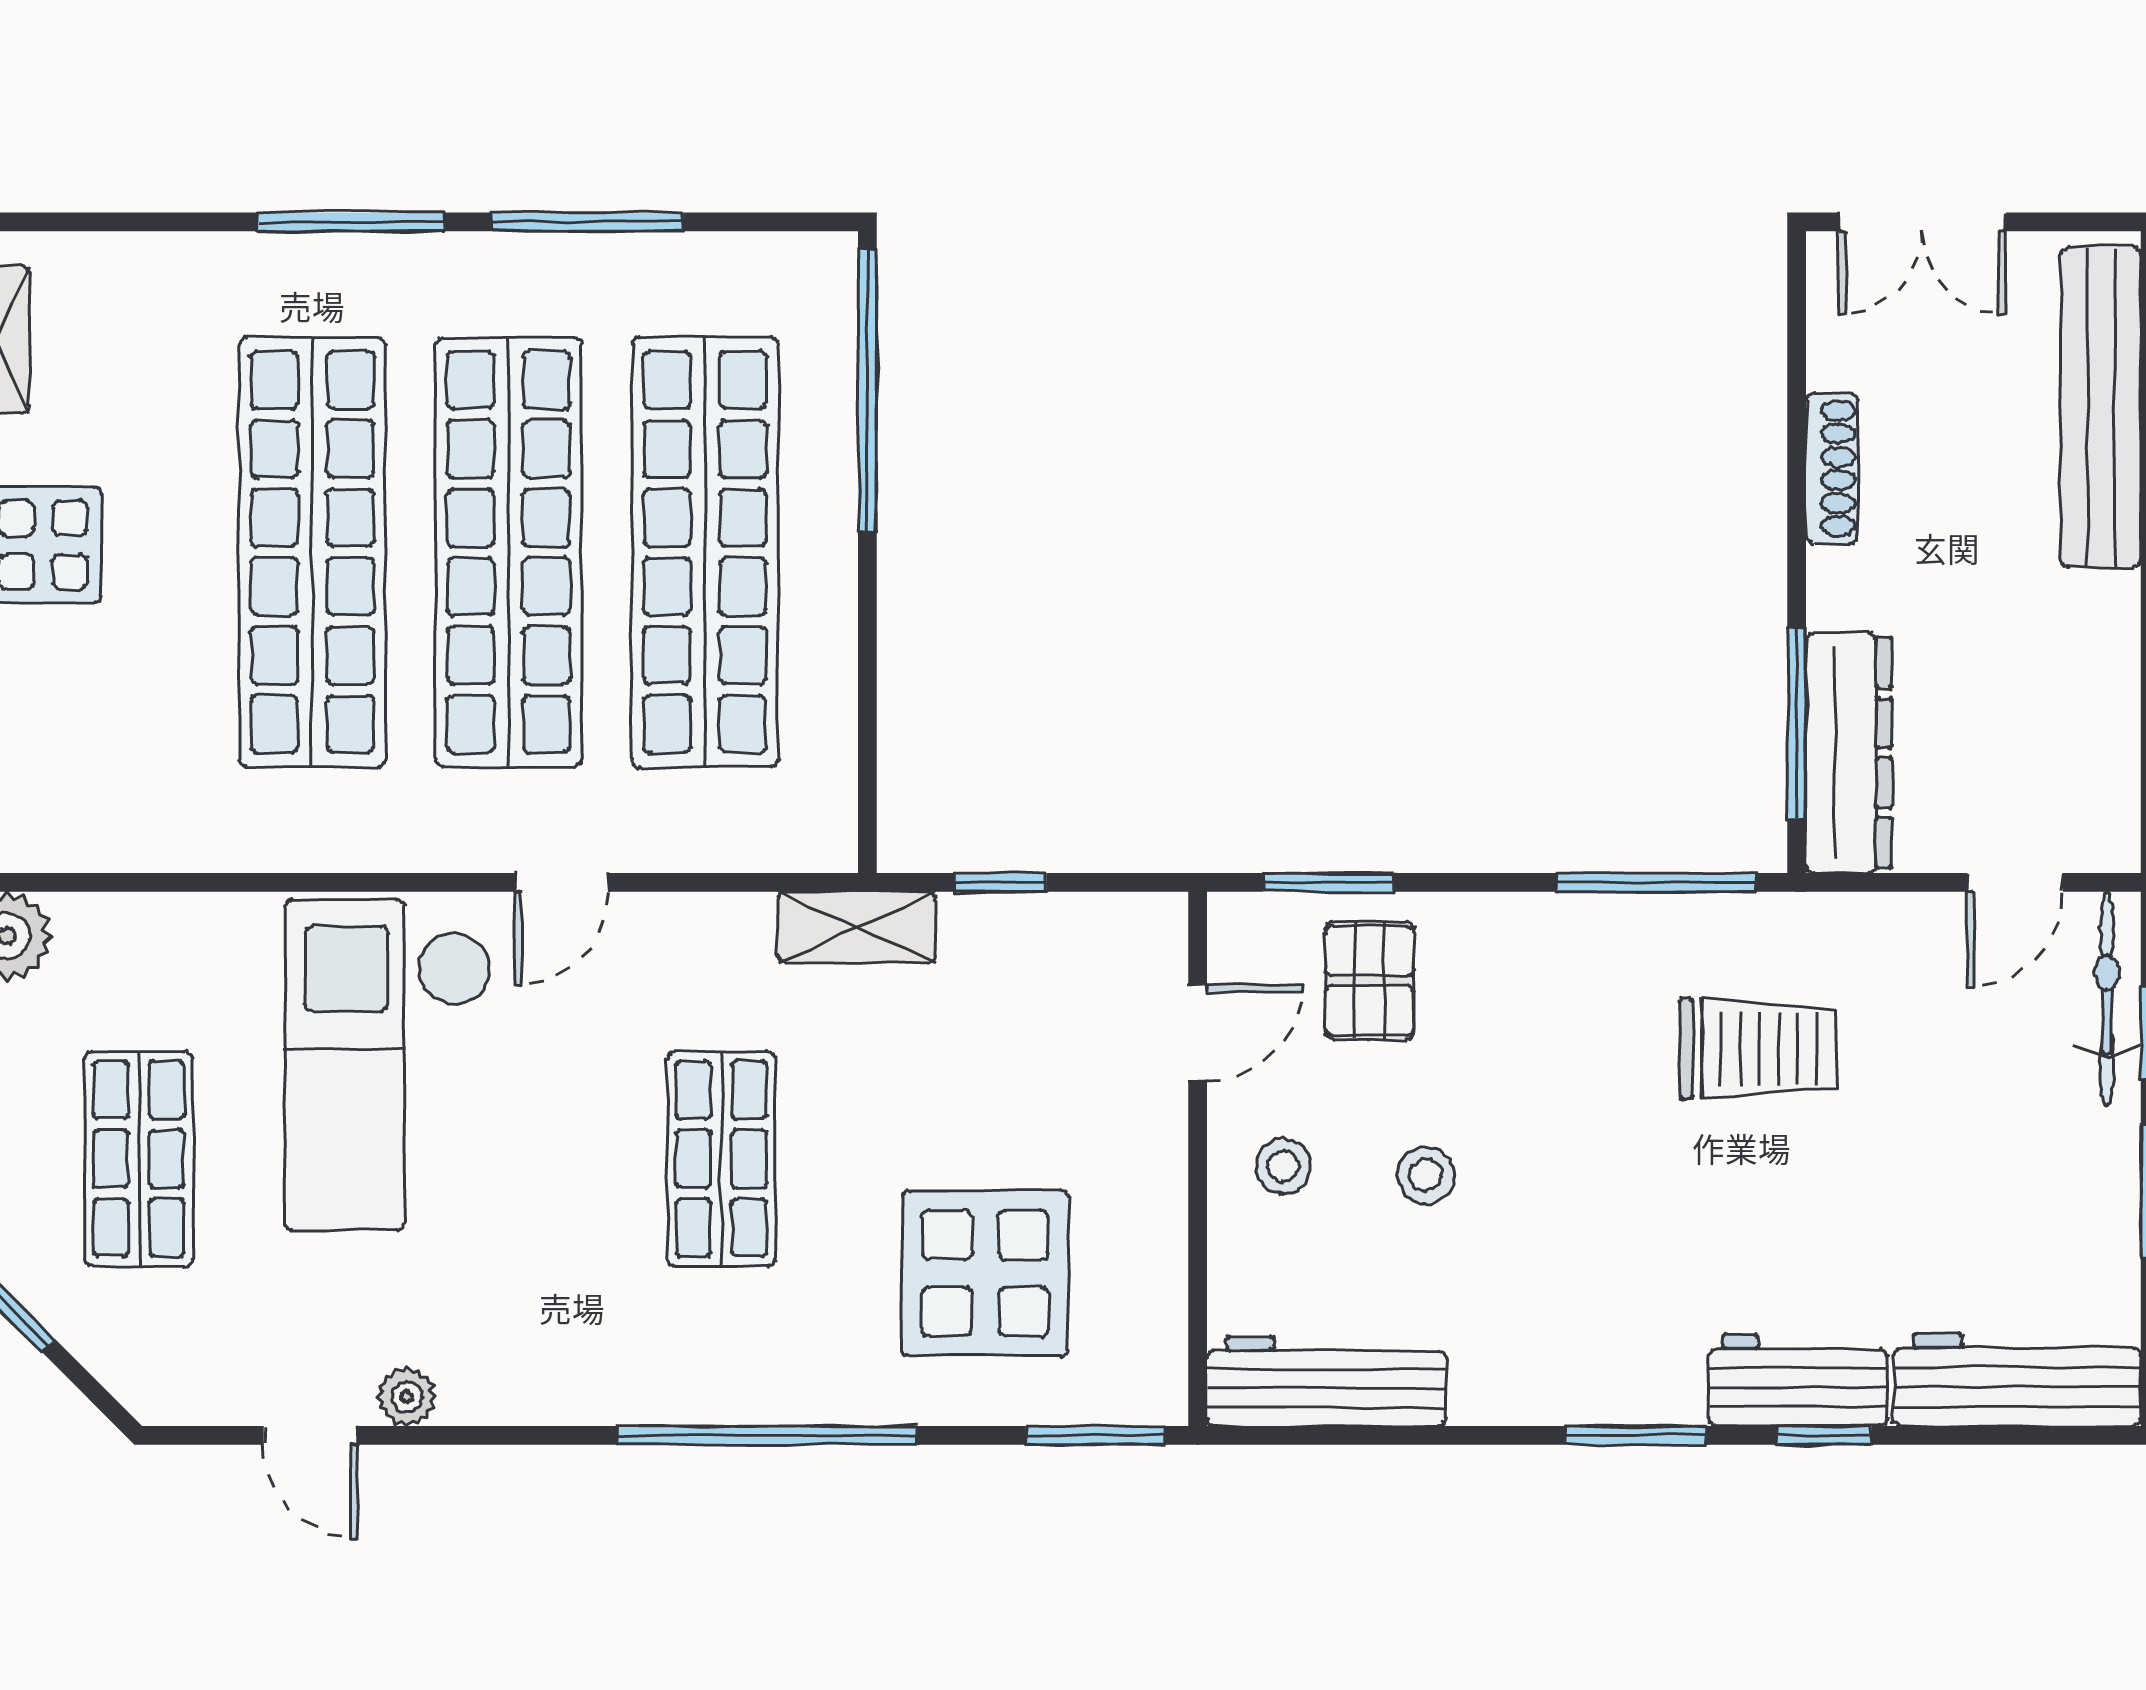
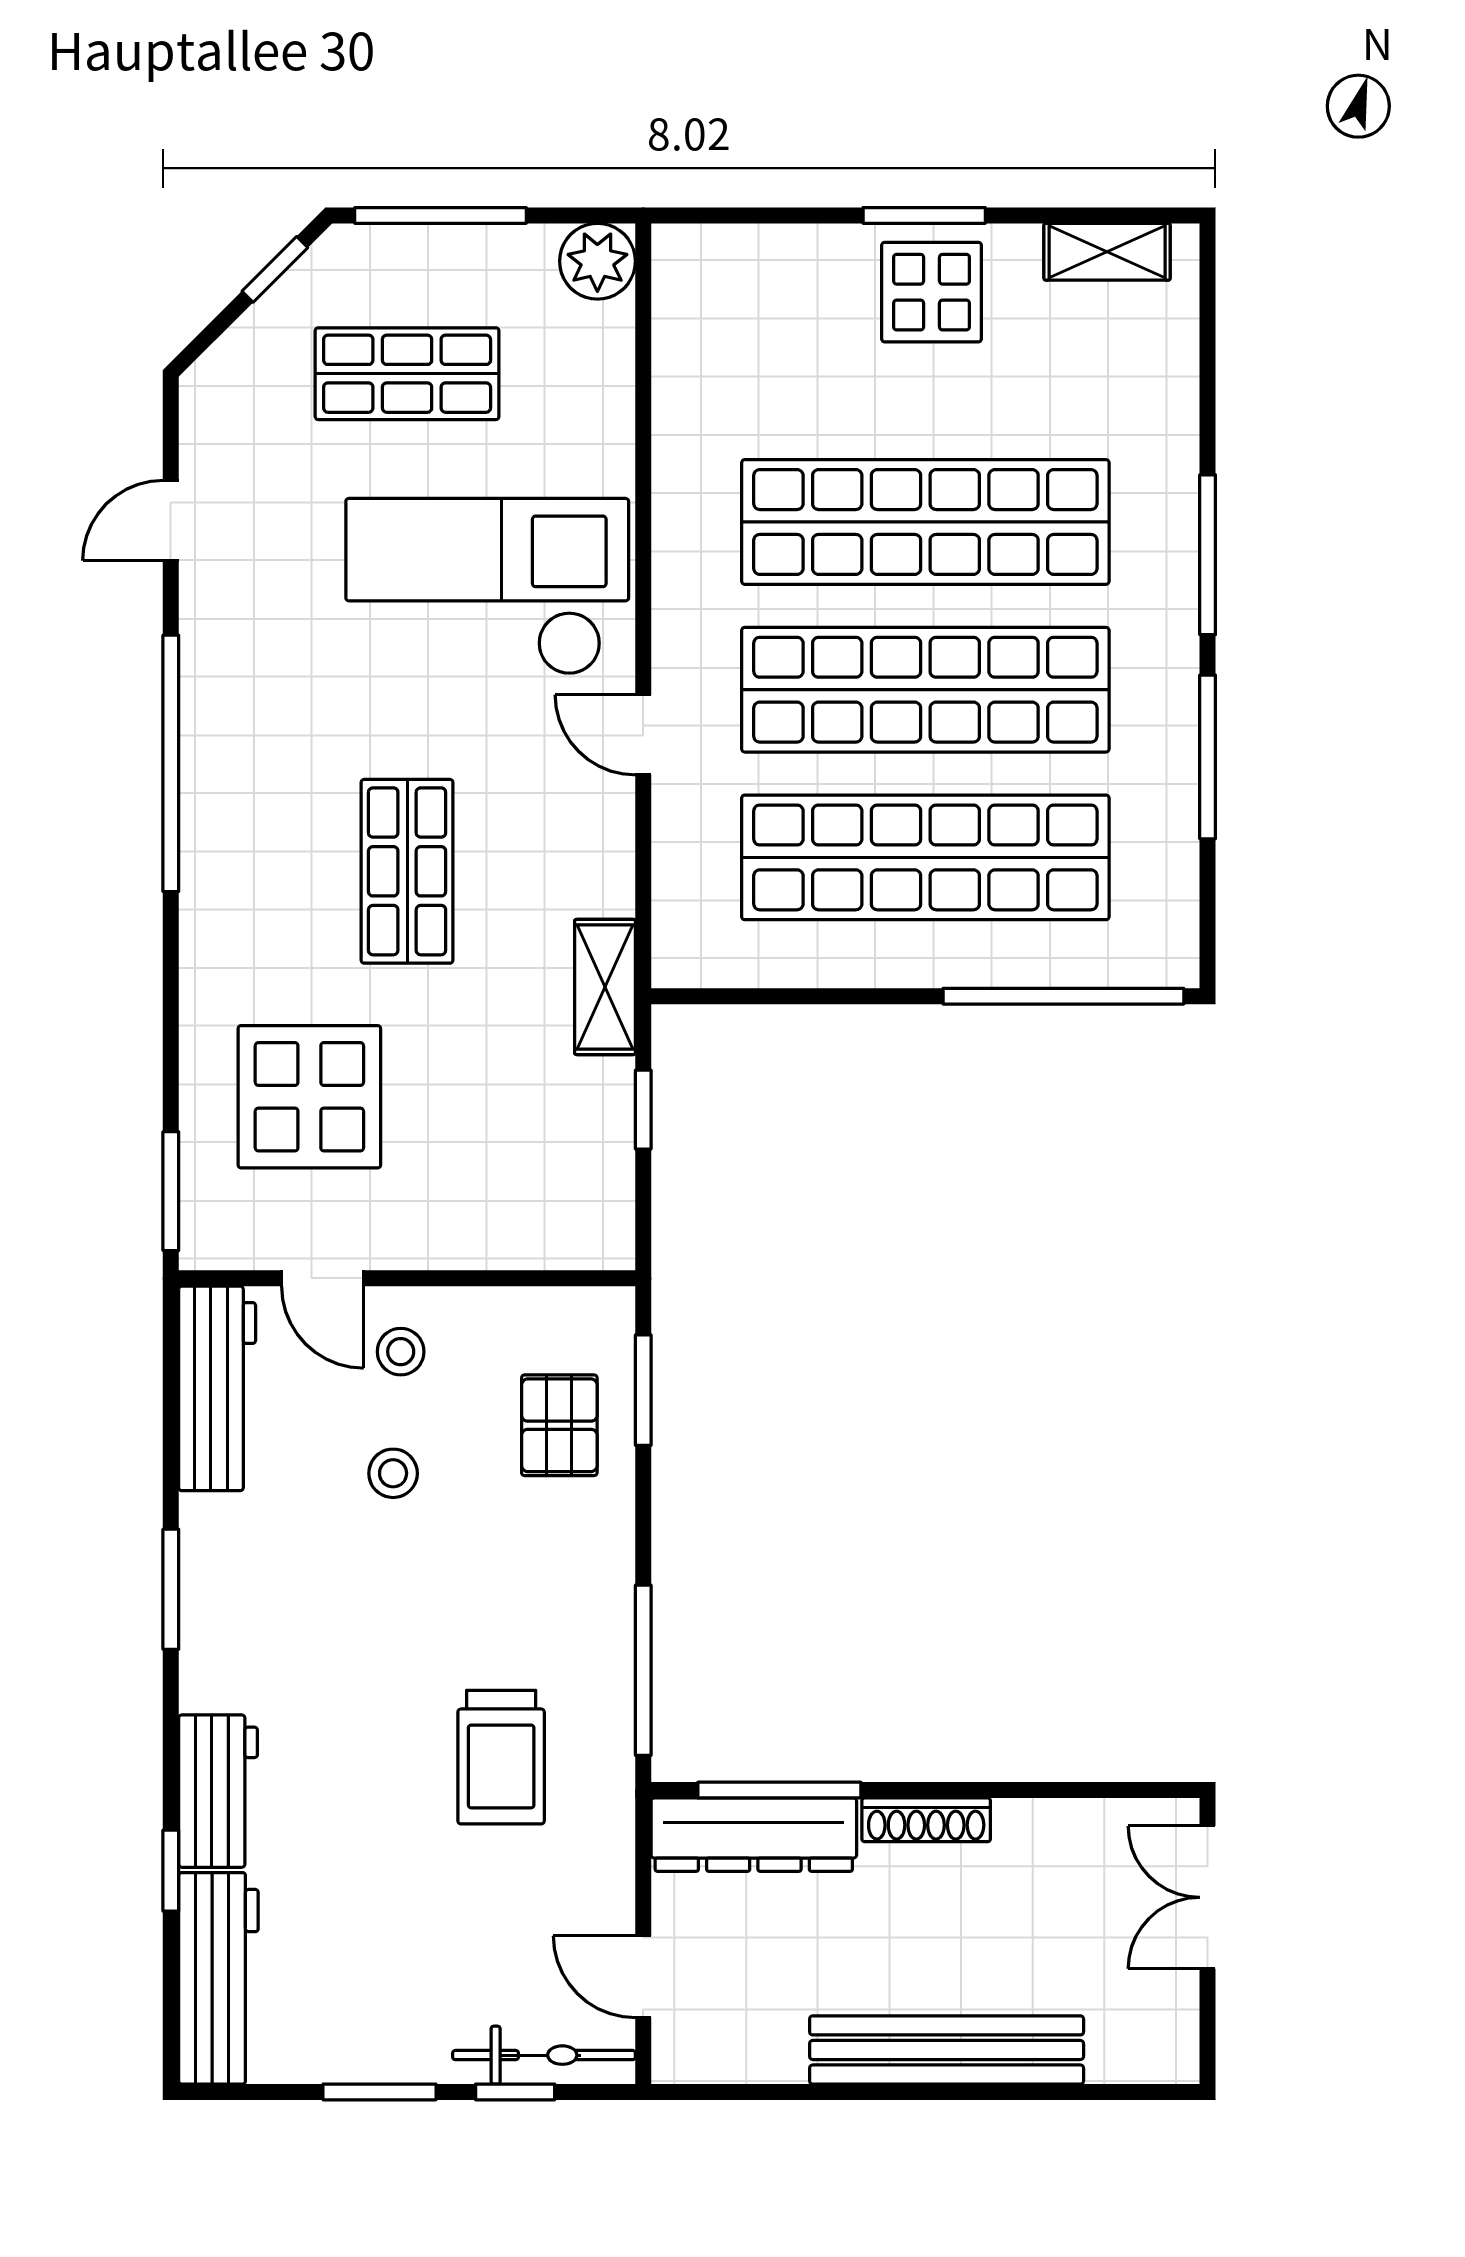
bench: (2101, 407) -> (947, 2050), moved
shoe rack: (1832, 468) -> (926, 1820), moved
pallet: (1370, 981) -> (559, 1425), turned 90
door: (1198, 1033) -> (323, 1278), moved
shop shelf: (721, 1159) -> (407, 871), turned 90
plant: (407, 1397) -> (204, 603), removed
window: (767, 1435) -> (171, 763), moved
window: (1635, 1435) -> (171, 1589), moved
window: (1824, 1435) -> (171, 1871), moved

